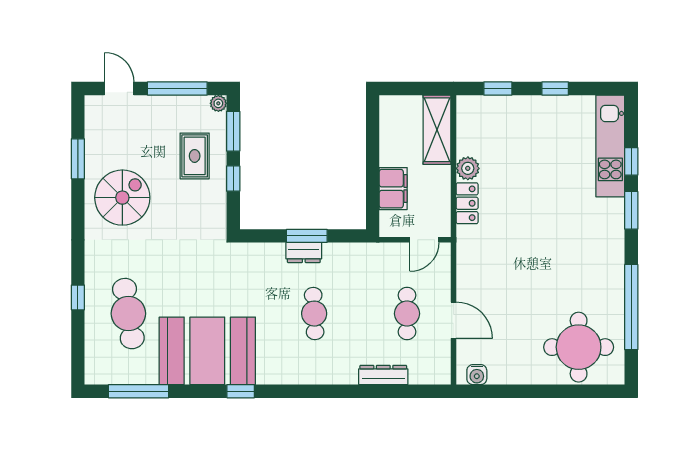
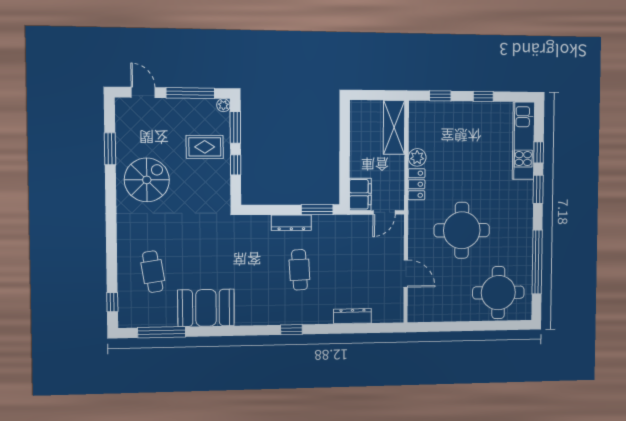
rug: (195, 156) -> (205, 147), turned 90
filing cabinet: (393, 189) -> (360, 194), moved
window: (307, 236) -> (317, 210), moved
dresser: (304, 252) -> (291, 223), width x1.44
round table: (528, 264) -> (462, 230), added
window: (78, 297) -> (112, 302), moved
cafe table: (128, 314) -> (153, 272), width x0.73, depth x0.74
cafe table: (407, 314) -> (371, 269), removed
booth: (207, 351) -> (206, 308), width x0.73, depth x0.70
water cooler: (477, 375) -> (423, 314), removed
window: (241, 391) -> (291, 330), moved

